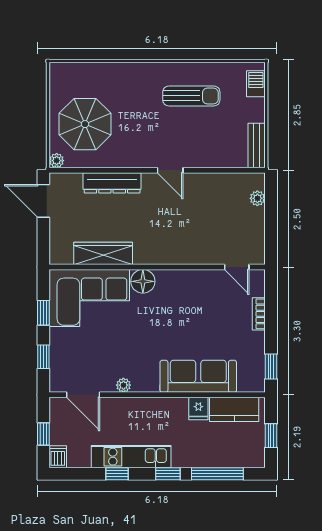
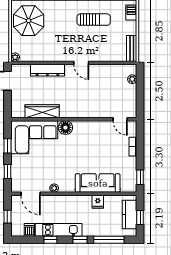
parasol: (85, 124) -> (29, 21), moved
kitchen counter: (234, 409) -> (130, 214), moved, turned 90
dishwasher: (58, 457) -> (29, 230), moved

